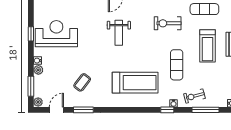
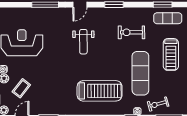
exercise mat: (177, 65) -> (140, 73), width x1.36, depth x1.45
coffee table: (82, 82) -> (21, 88), moved

